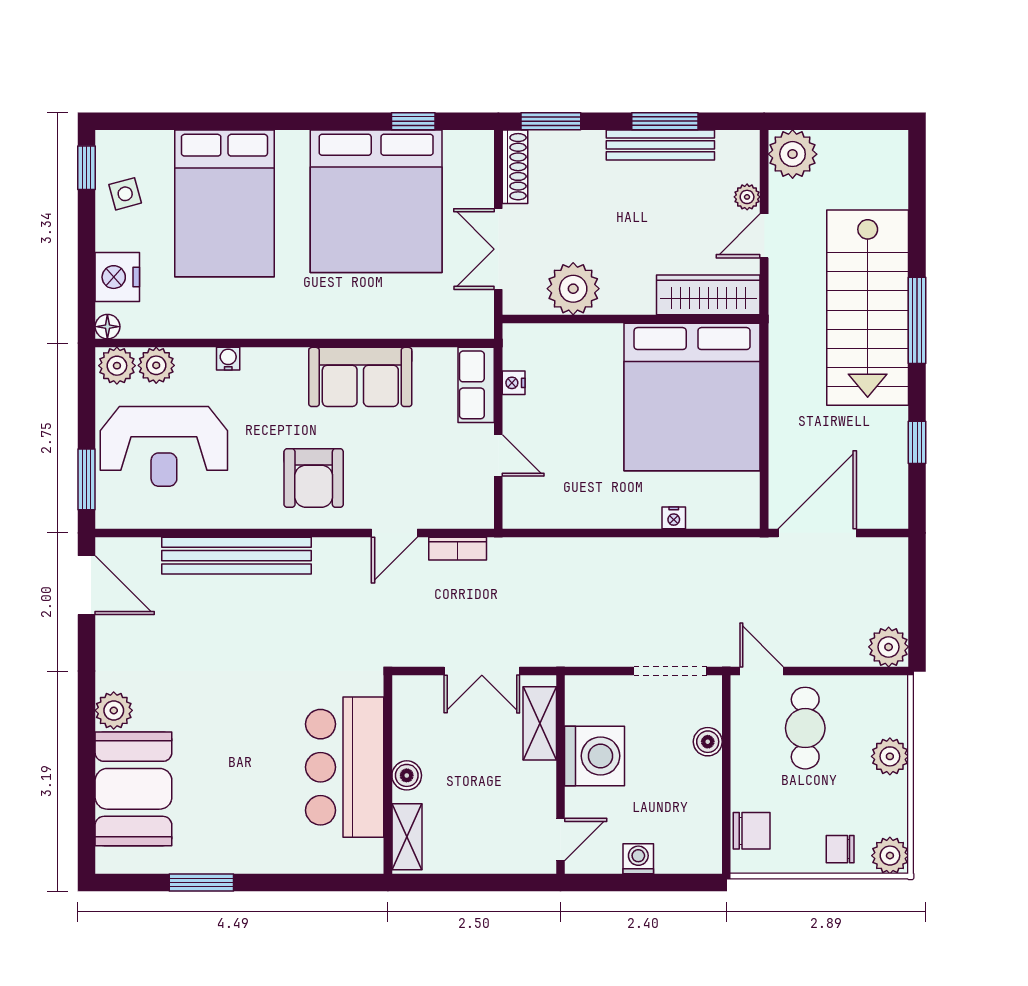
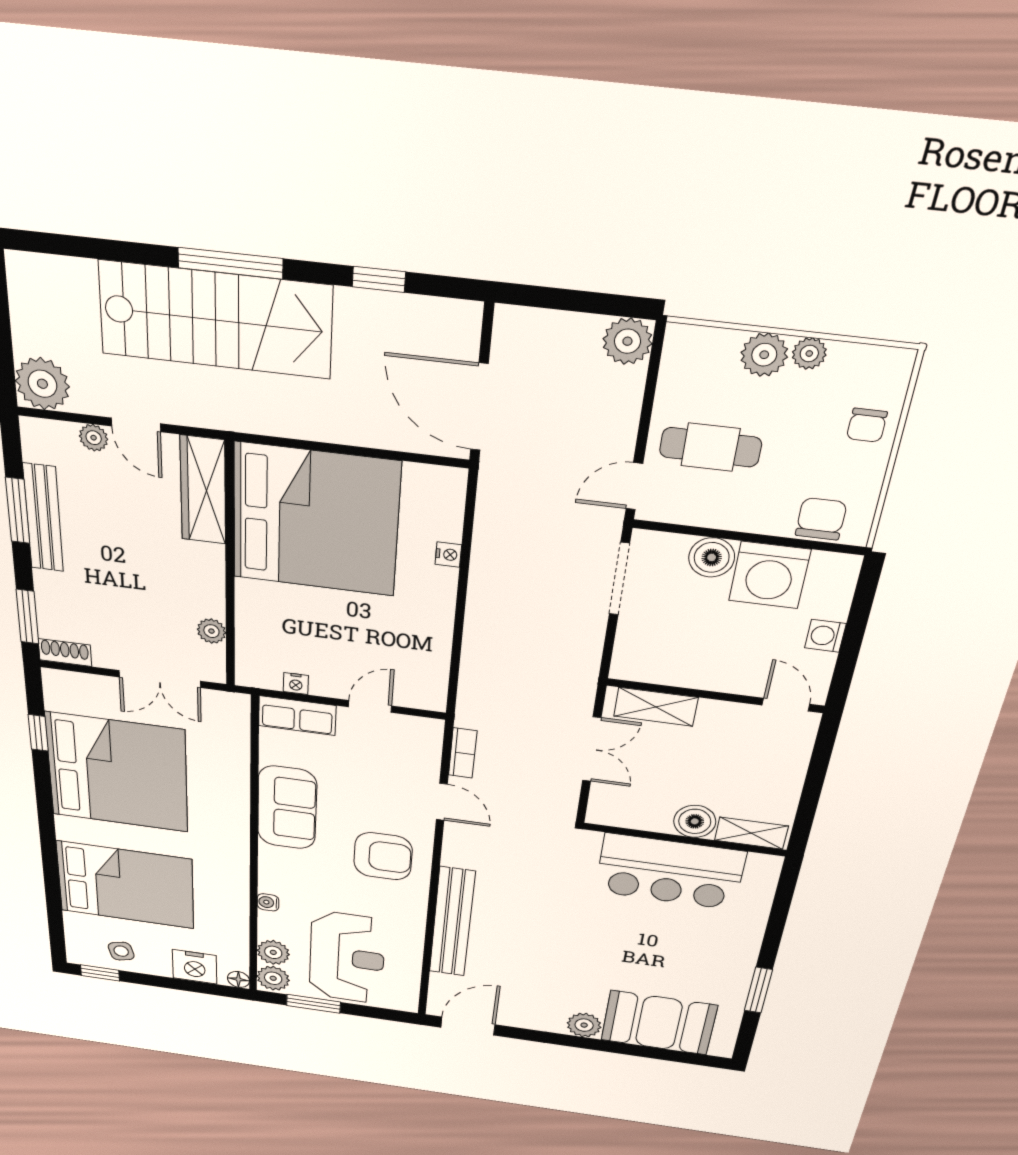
shoe rack: (515, 167) -> (65, 653), width x0.70
plant: (573, 289) -> (211, 631), width x0.53, depth x0.53
window: (87, 479) -> (313, 1004), moved
boiler: (708, 742) -> (712, 557), width x1.36, depth x1.36
washing machine: (595, 756) -> (770, 575), moved, turned 180
boiler: (407, 775) -> (695, 821), width x1.36, depth x1.36
plant: (890, 856) -> (809, 353), moved, width x0.73, depth x0.73

